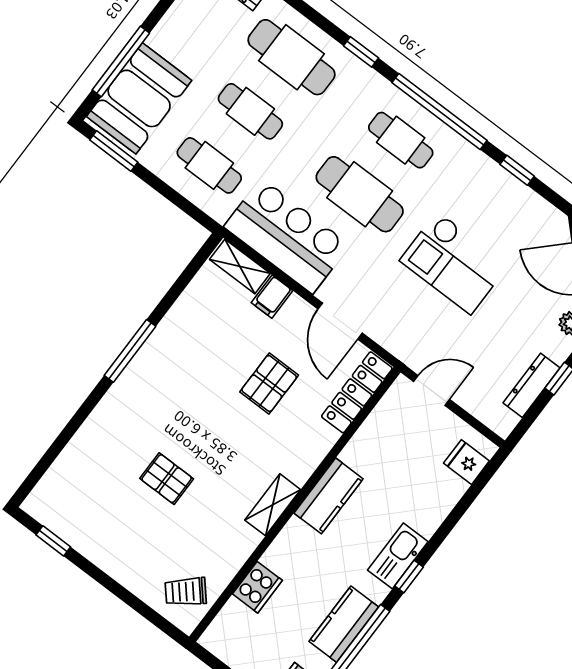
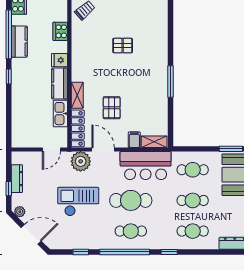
cafe table: (291, 57) -> (193, 231), width x0.73, depth x0.74
plant: (396, 330) -> (81, 161), added
fridge: (466, 462) -> (59, 60), moved, turned 180
shelving: (273, 505) -> (77, 95), moved
kitchen sink: (398, 556) -> (60, 114), moved, turned 180

